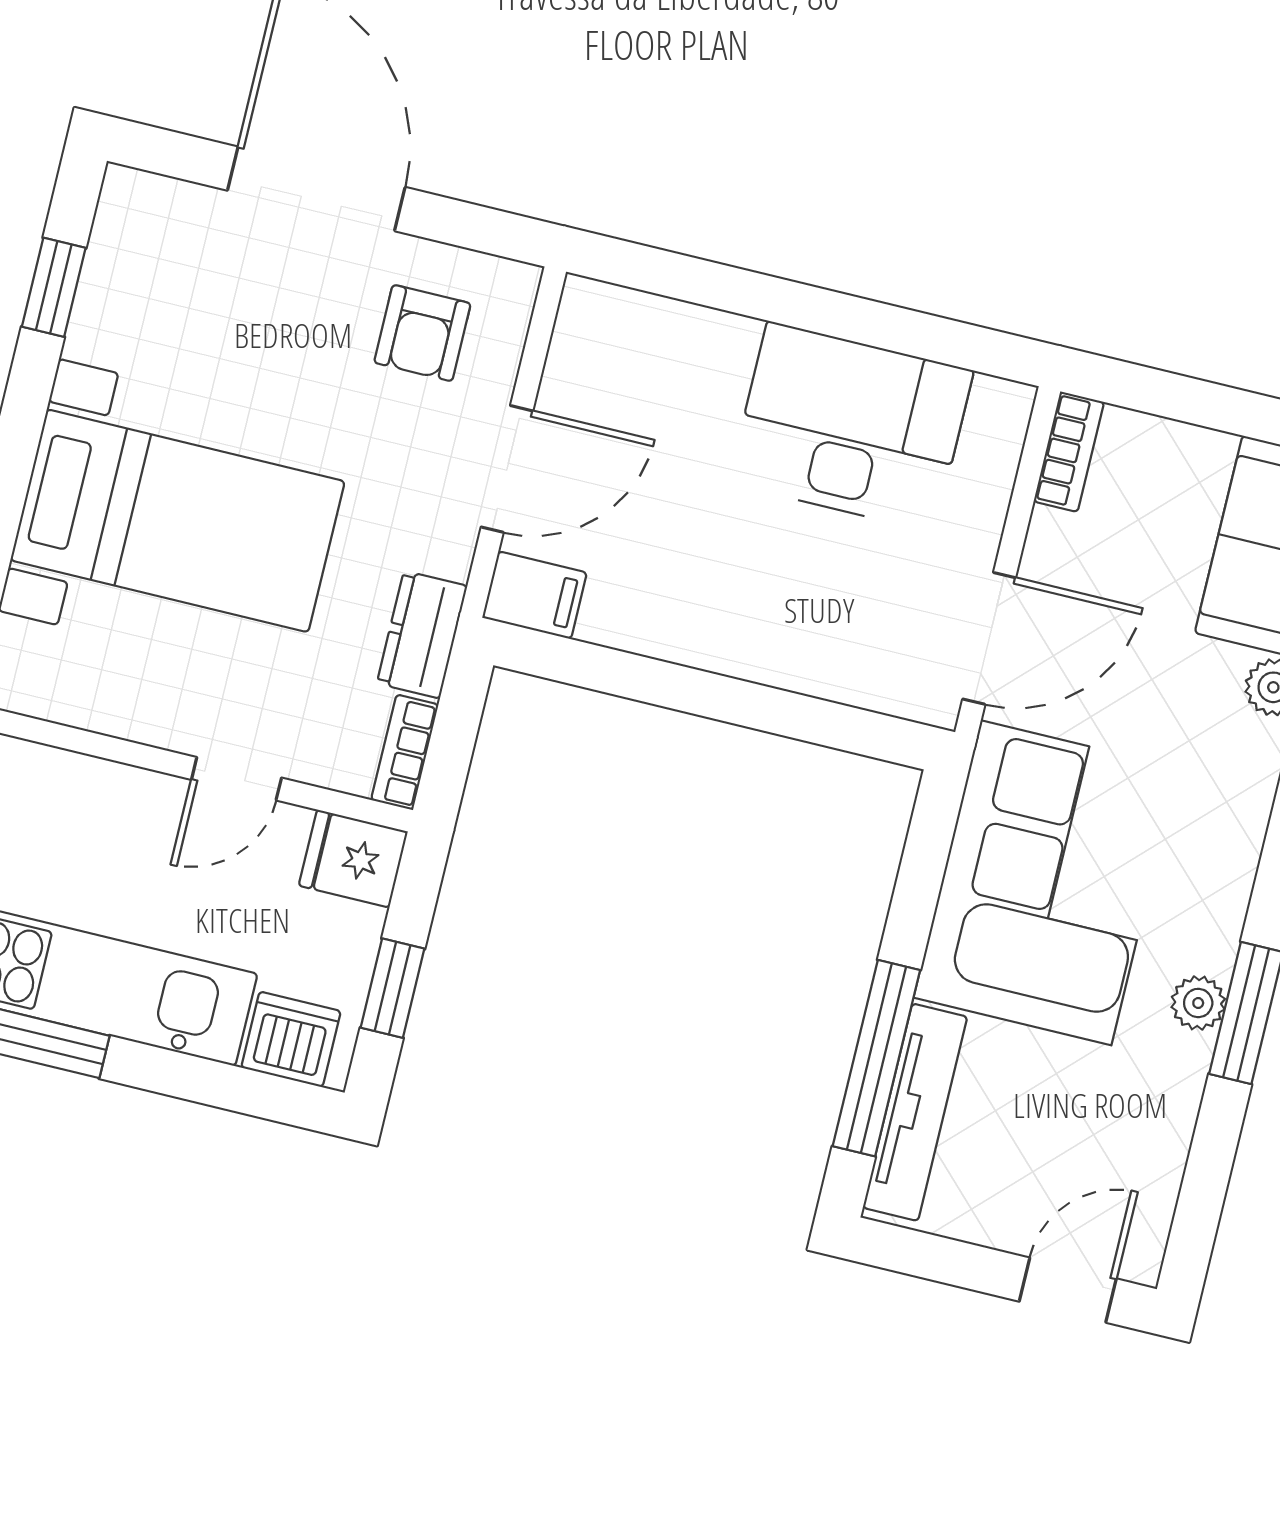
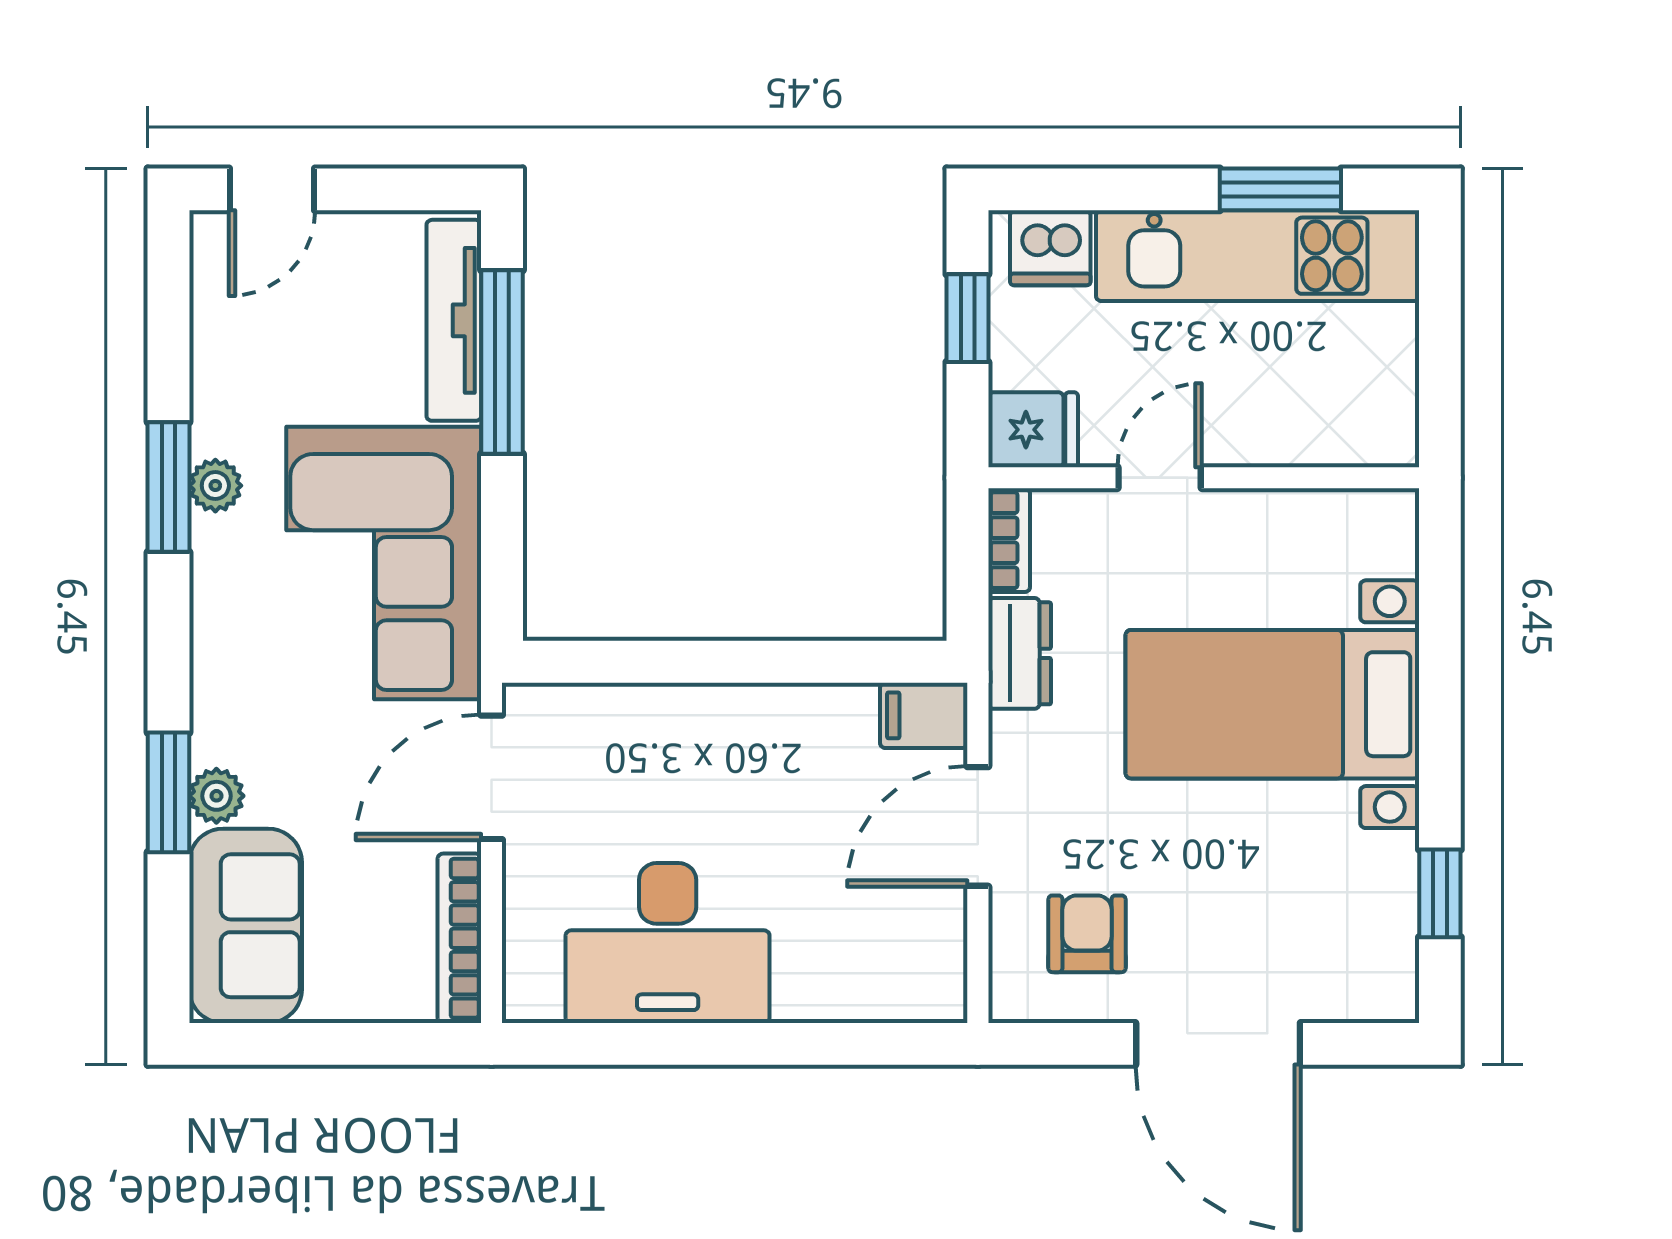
bookcase: (1069, 452) -> (459, 938), width x1.56

